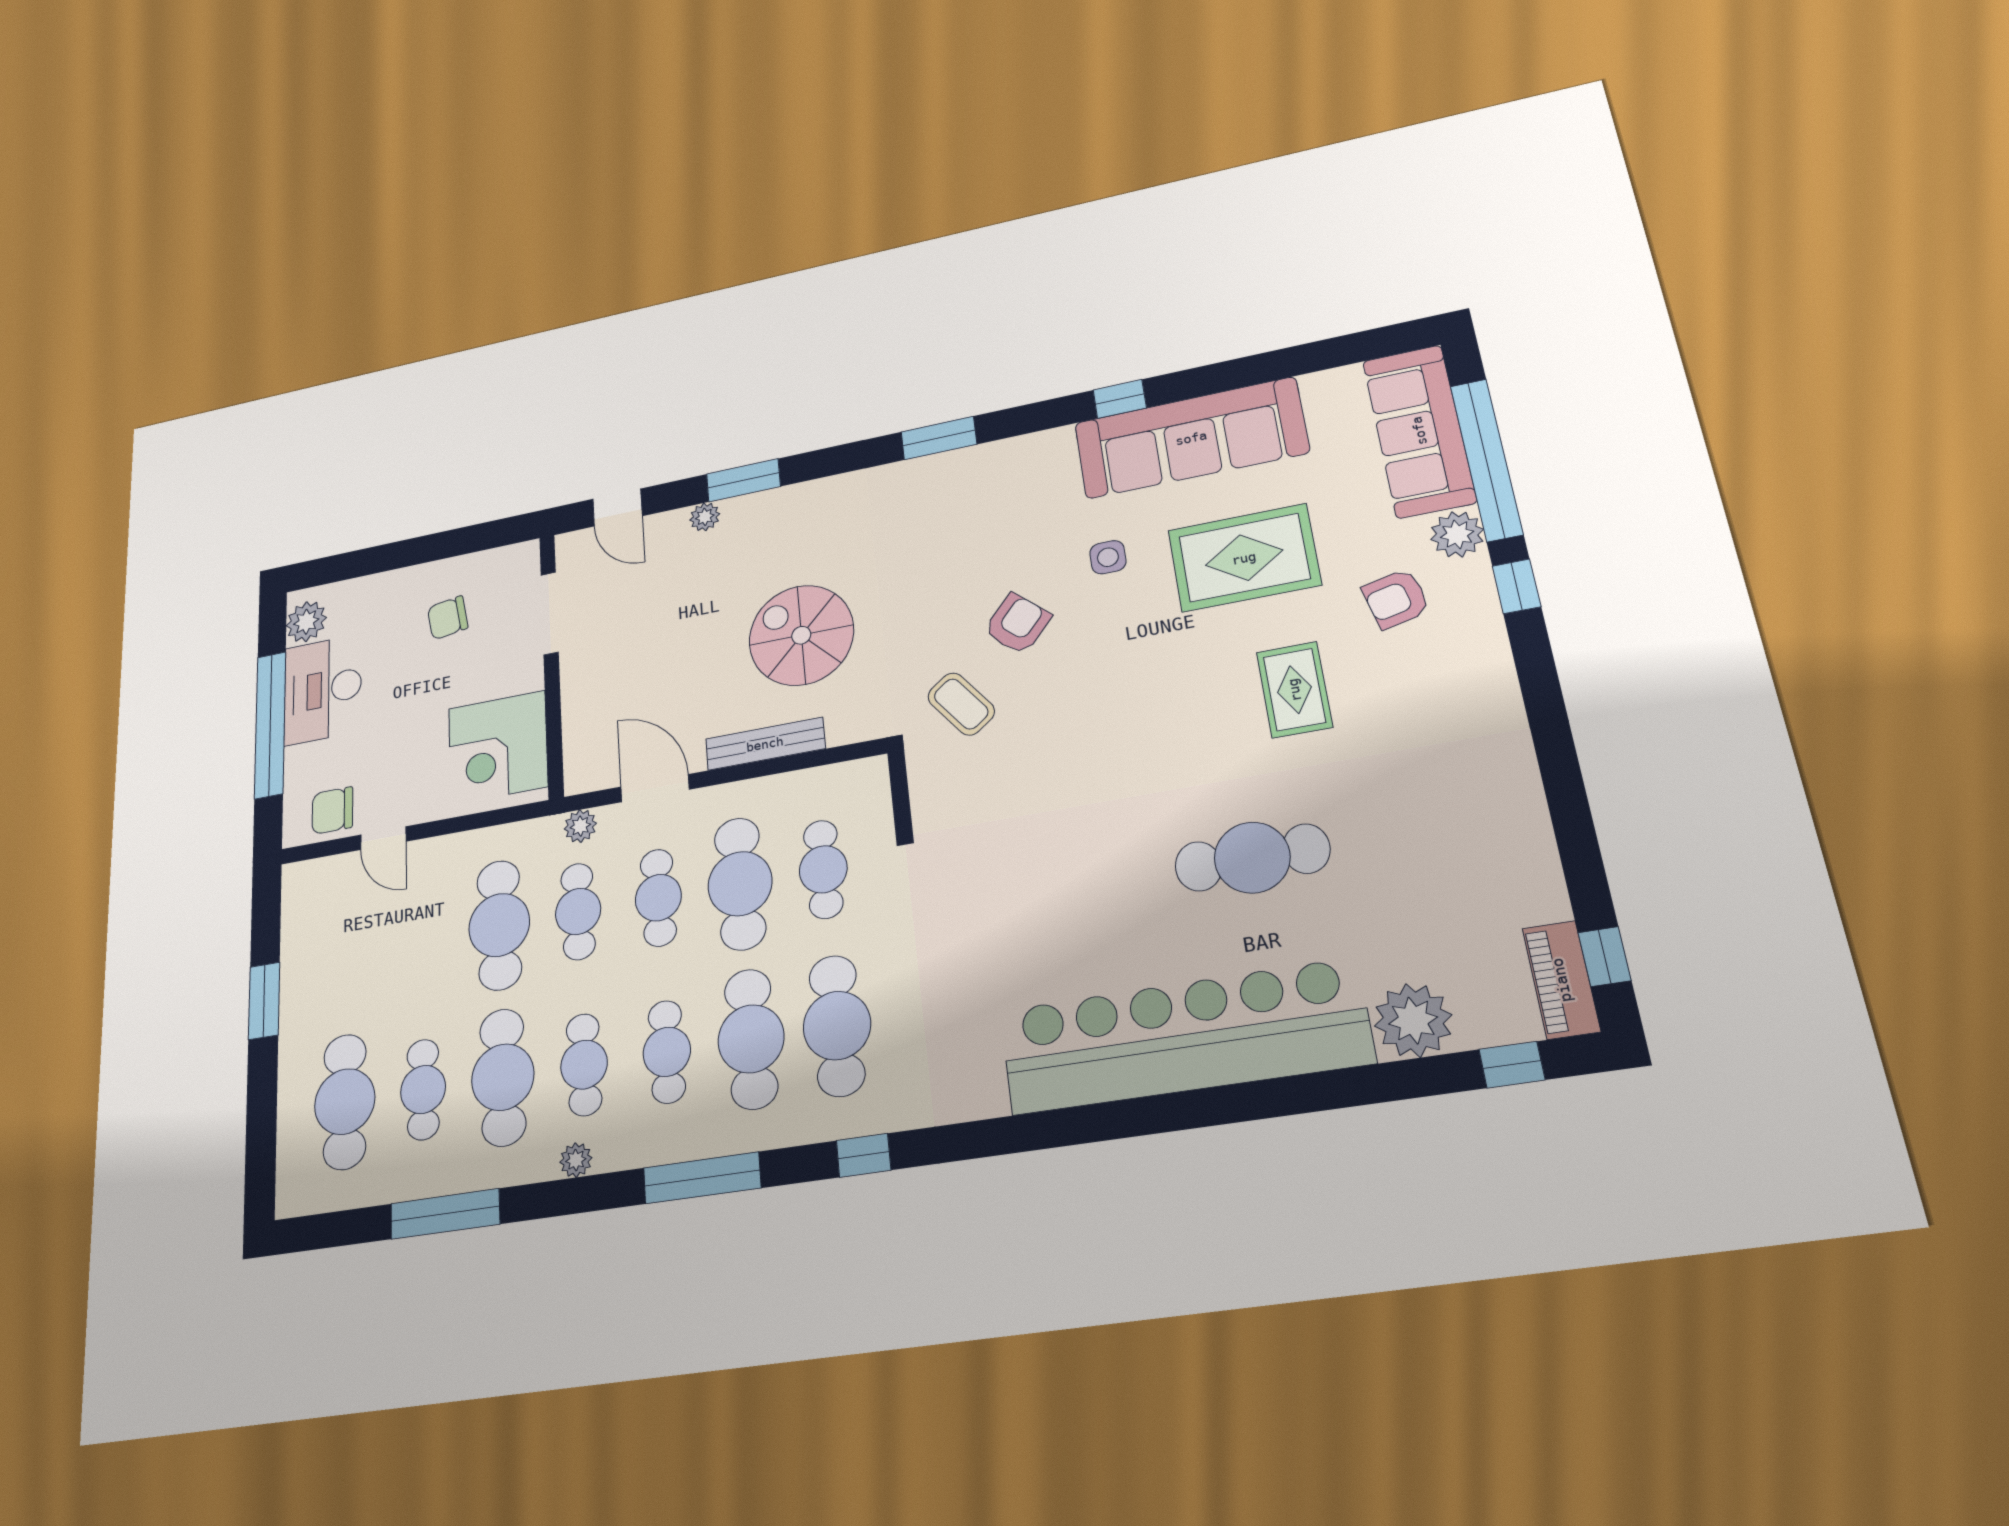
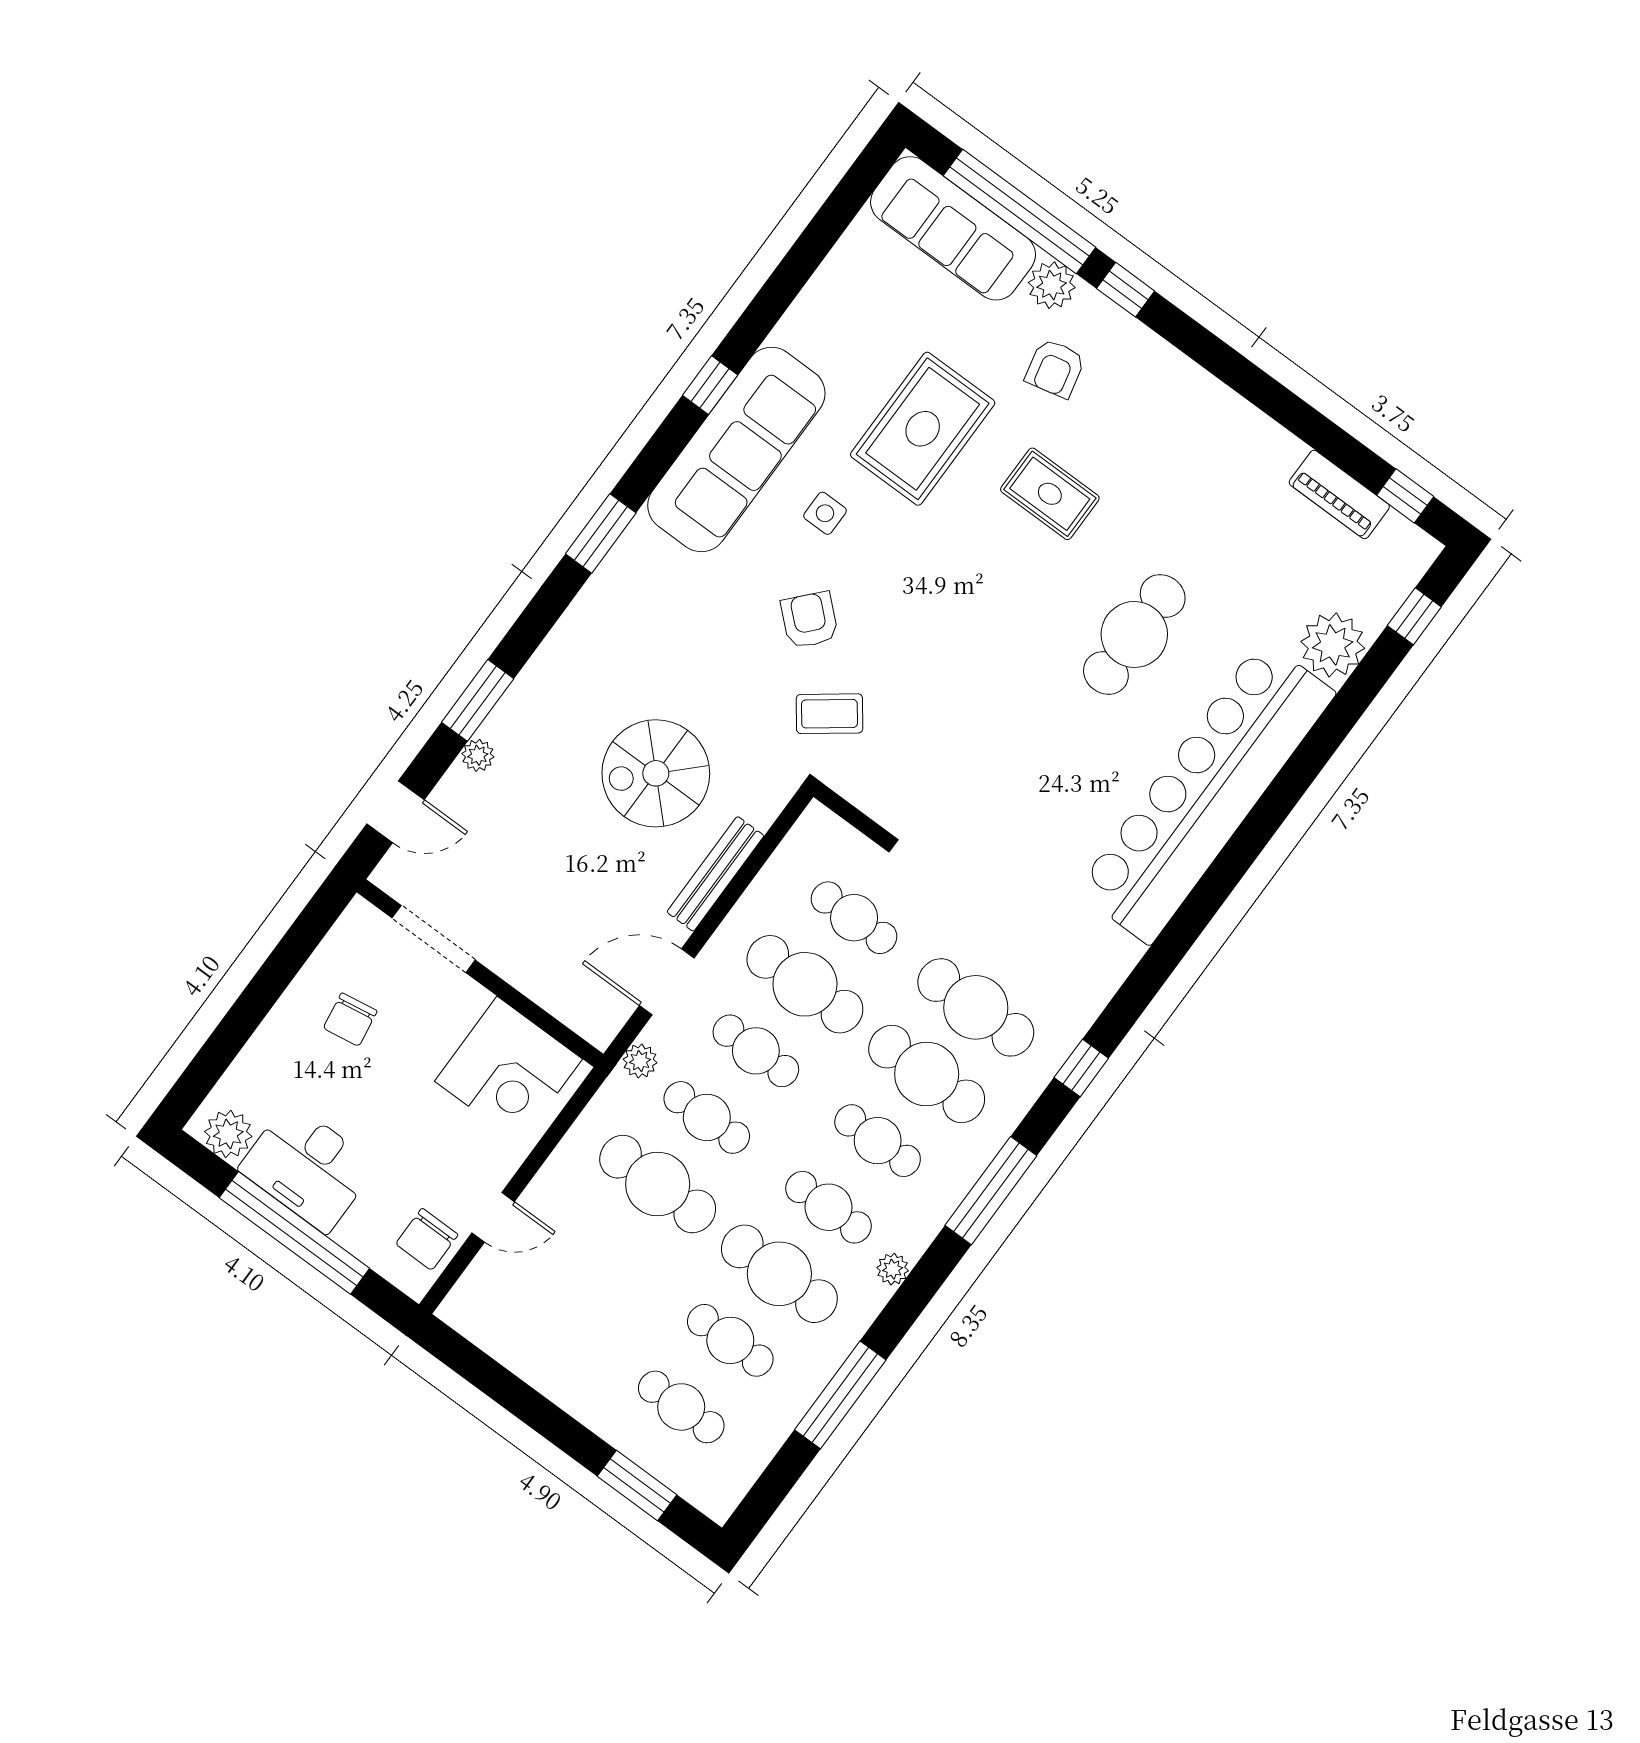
sofa: (1191, 438) -> (736, 449), moved
piano: (1561, 980) -> (1339, 494), moved
window: (264, 1001) -> (637, 1485), moved
cafe table: (345, 1102) -> (681, 1407), width x0.73, depth x0.74

